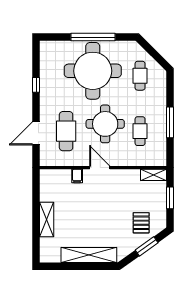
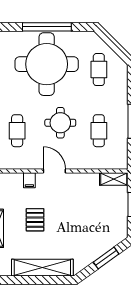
round table: (105, 124) -> (60, 123), width x0.73, depth x0.73
cafe table: (66, 131) -> (17, 131), width x0.73, depth x0.74
pallet: (141, 223) -> (35, 220), moved

